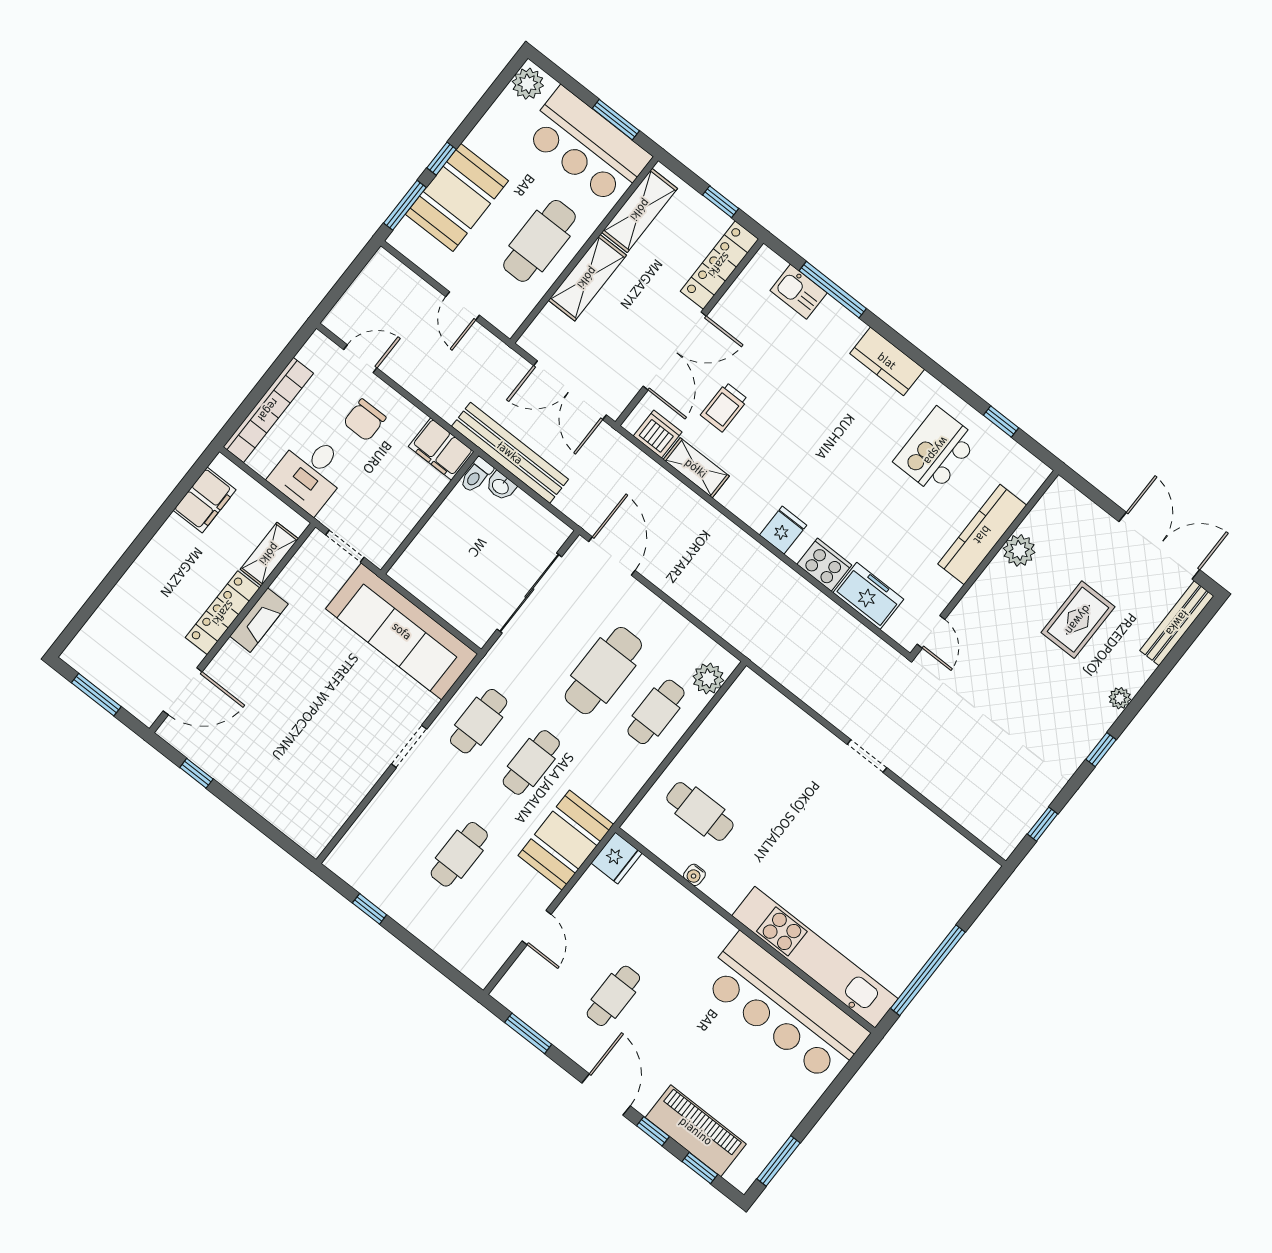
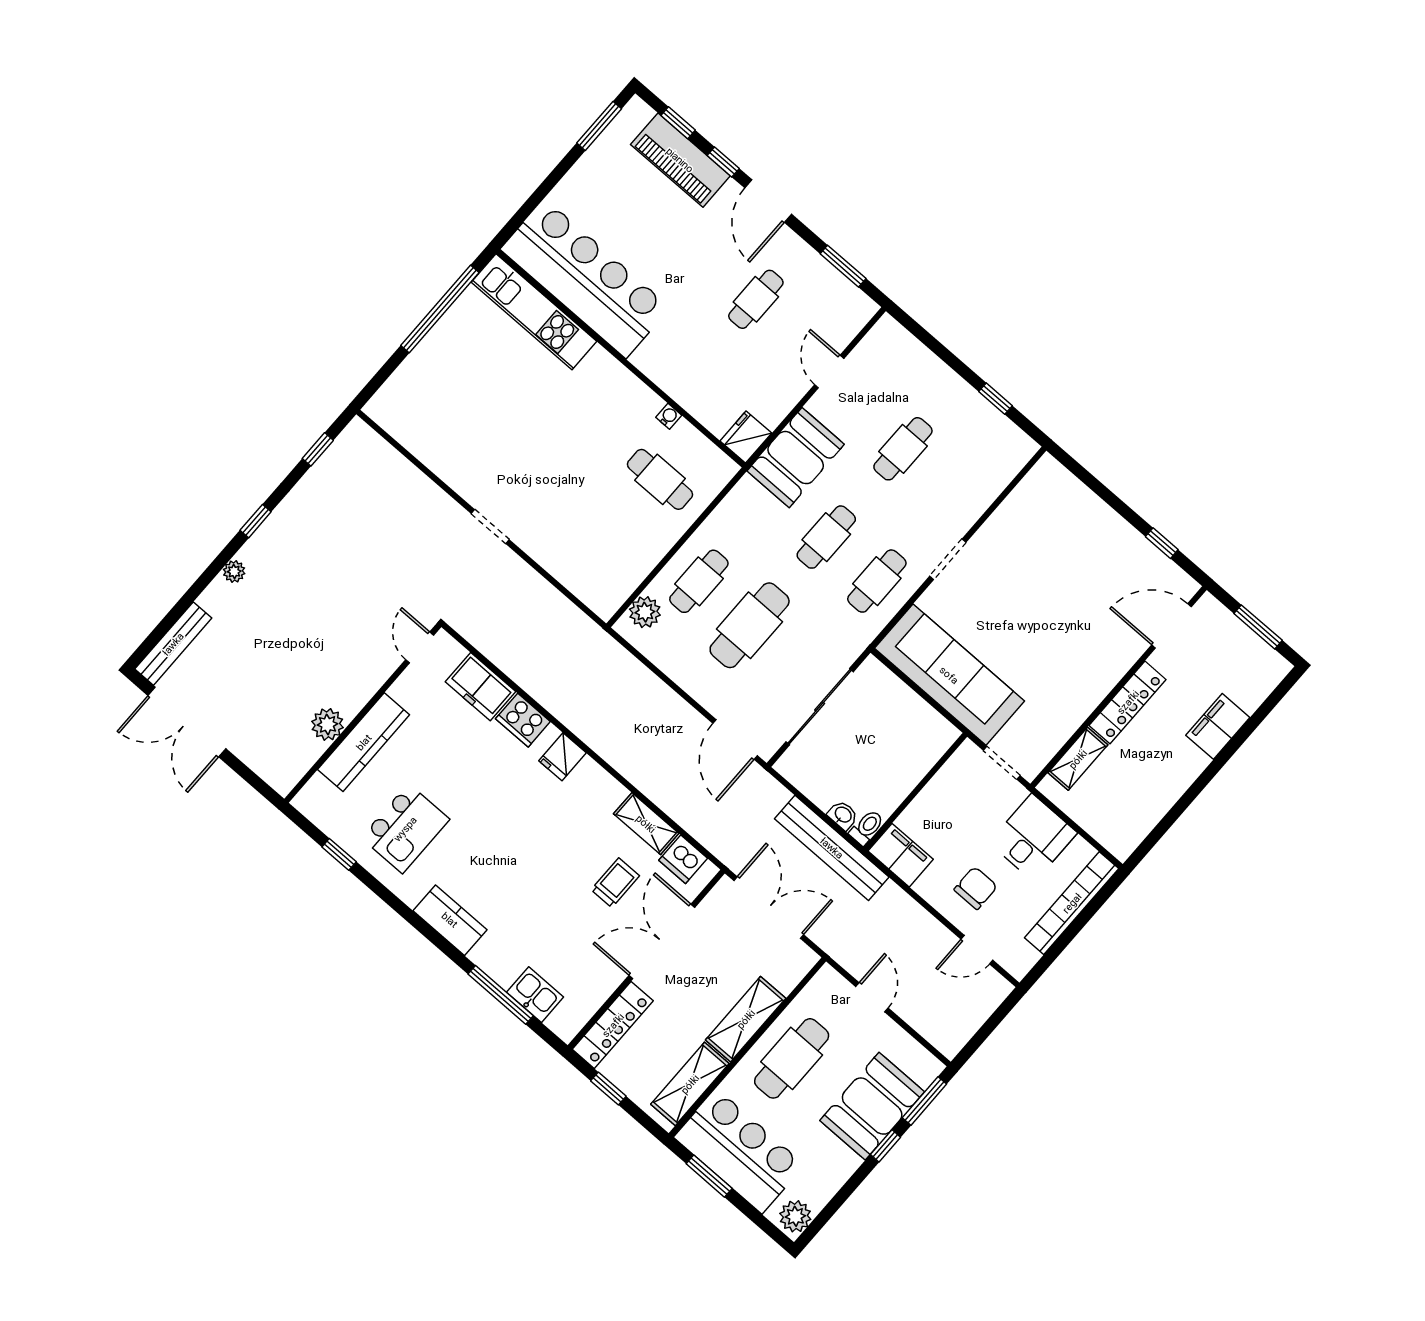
filing cabinet: (205, 500) -> (1218, 726), moved
fireplace: (259, 620) -> (1092, 693), removed
rug: (1078, 620) -> (272, 652), removed
kitchen unit: (815, 957) -> (534, 312), width x0.73

